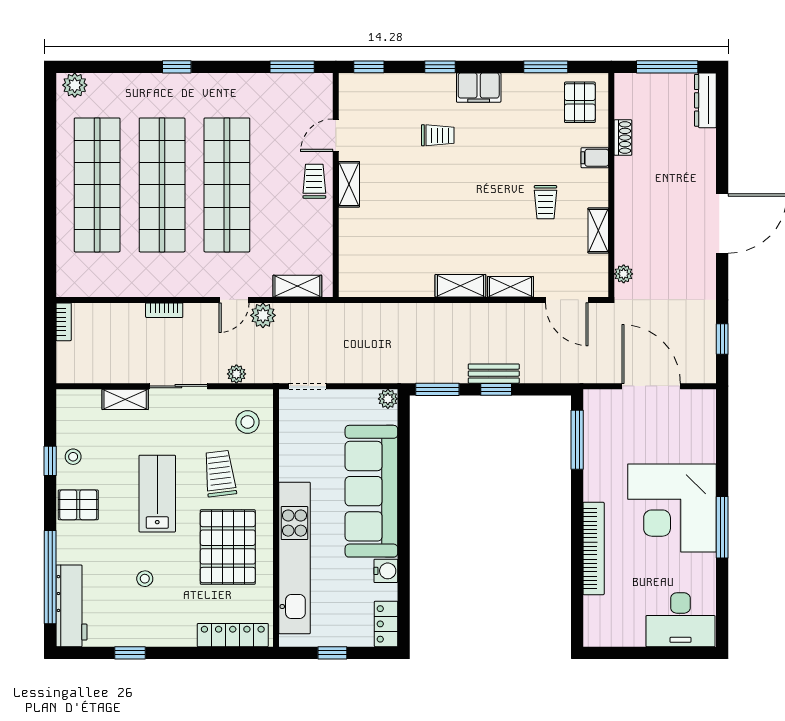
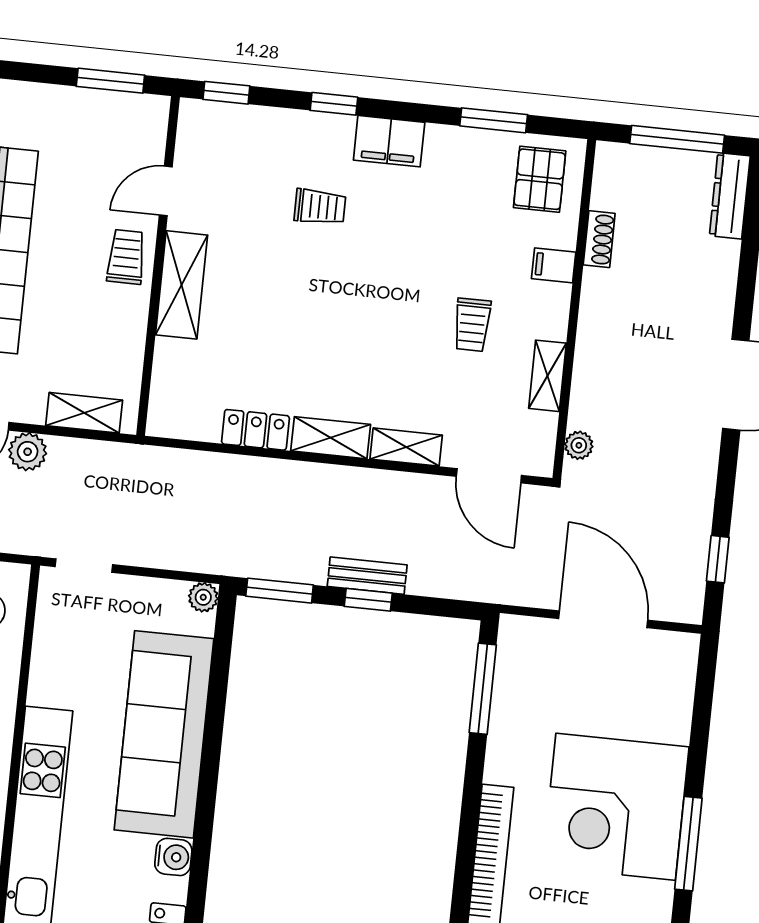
shelving: (349, 184) -> (181, 285), width x1.50, depth x1.33
locker: (411, 286) -> (255, 430), added

